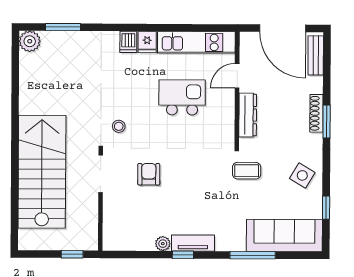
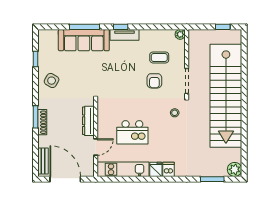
coffee table: (247, 171) -> (159, 57), moved
stairs: (42, 172) -> (226, 96), width x1.36
sofa: (284, 236) -> (84, 40), moved
plant: (163, 244) -> (180, 34), moved
window: (72, 254) -> (223, 27), moved
window: (183, 255) -> (121, 27), moved

